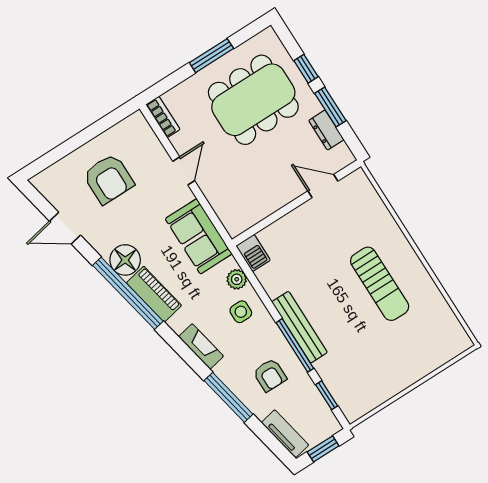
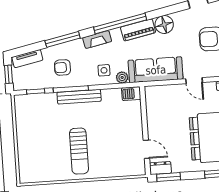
window: (330, 107) -> (169, 177), moved
dresser: (326, 130) -> (160, 168), moved
door: (323, 186) -> (146, 149), hinge flipped
sofa: (199, 236) -> (156, 70), width x1.36
sun lounger: (380, 284) -> (79, 151), turned -90
window: (128, 293) -> (120, 24), moved

